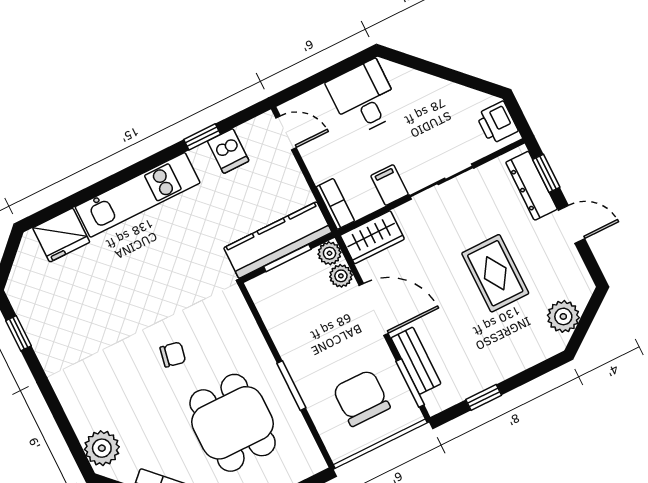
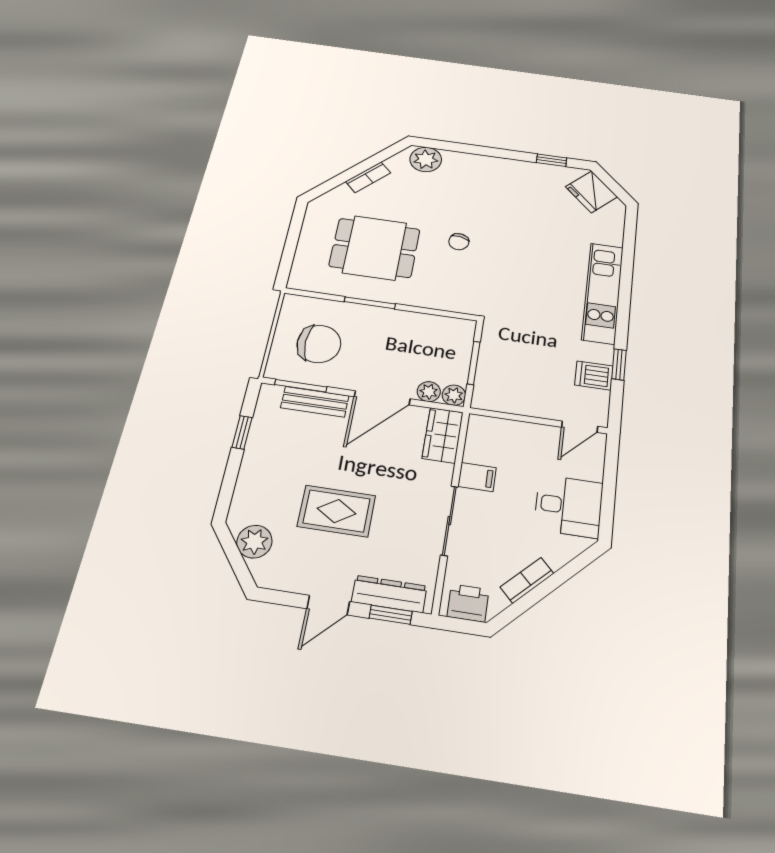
bookcase: (335, 204) -> (527, 580), moved, turned 135
fridge: (61, 235) -> (591, 192), moved, turned -45
kitchen counter: (278, 240) -> (494, 365), removed

